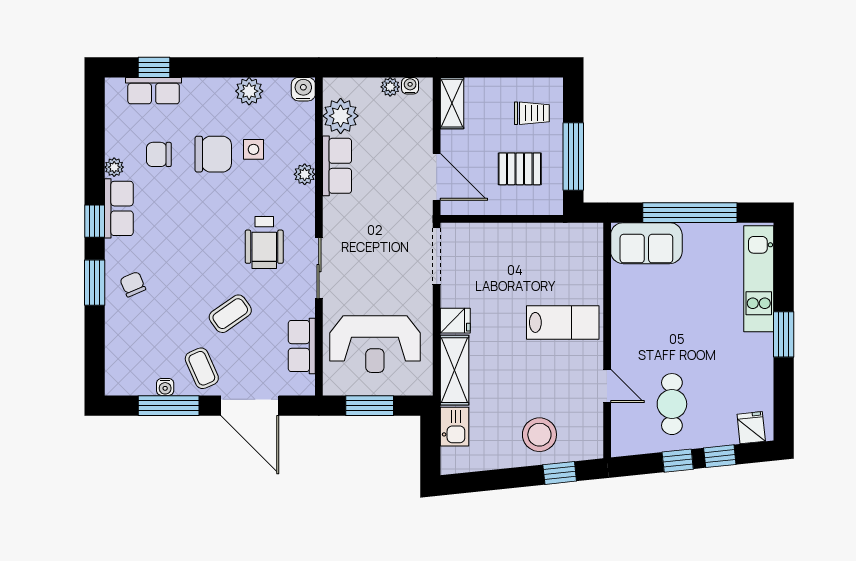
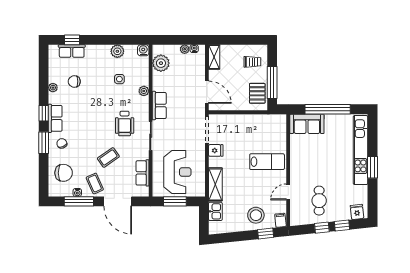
chair: (213, 154) -> (64, 173), moved
row of seats: (337, 166) -> (159, 106), moved
pallet: (520, 169) -> (257, 93), moved, turned 90
row of seats: (119, 208) -> (55, 118), moved
kitchen unit: (759, 279) -> (361, 150), width x1.36
fridge: (455, 321) -> (216, 150), moved
reception desk: (375, 344) -> (177, 172), turned -90
door: (607, 386) -> (288, 192), swing flipped
filing cabinet: (591, 445) -> (280, 220), added

